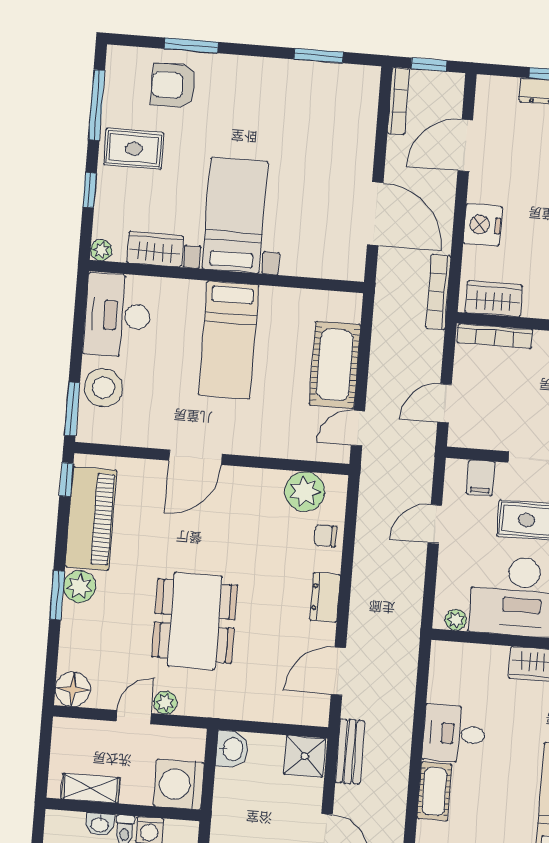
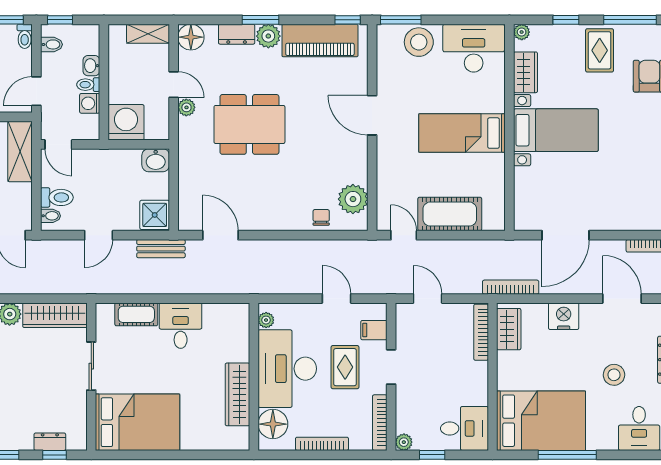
dresser: (325, 597) -> (237, 34), moved, turned 180
shelving: (91, 788) -> (148, 34), moved, turned 90

